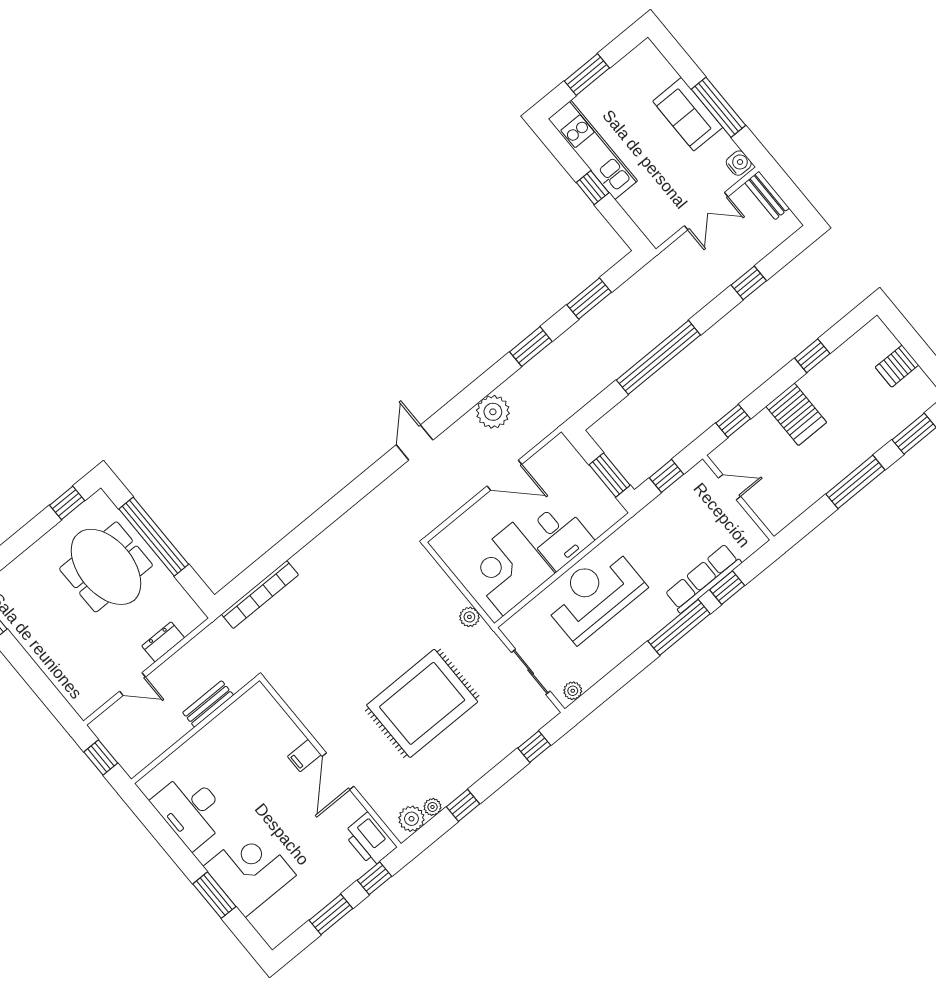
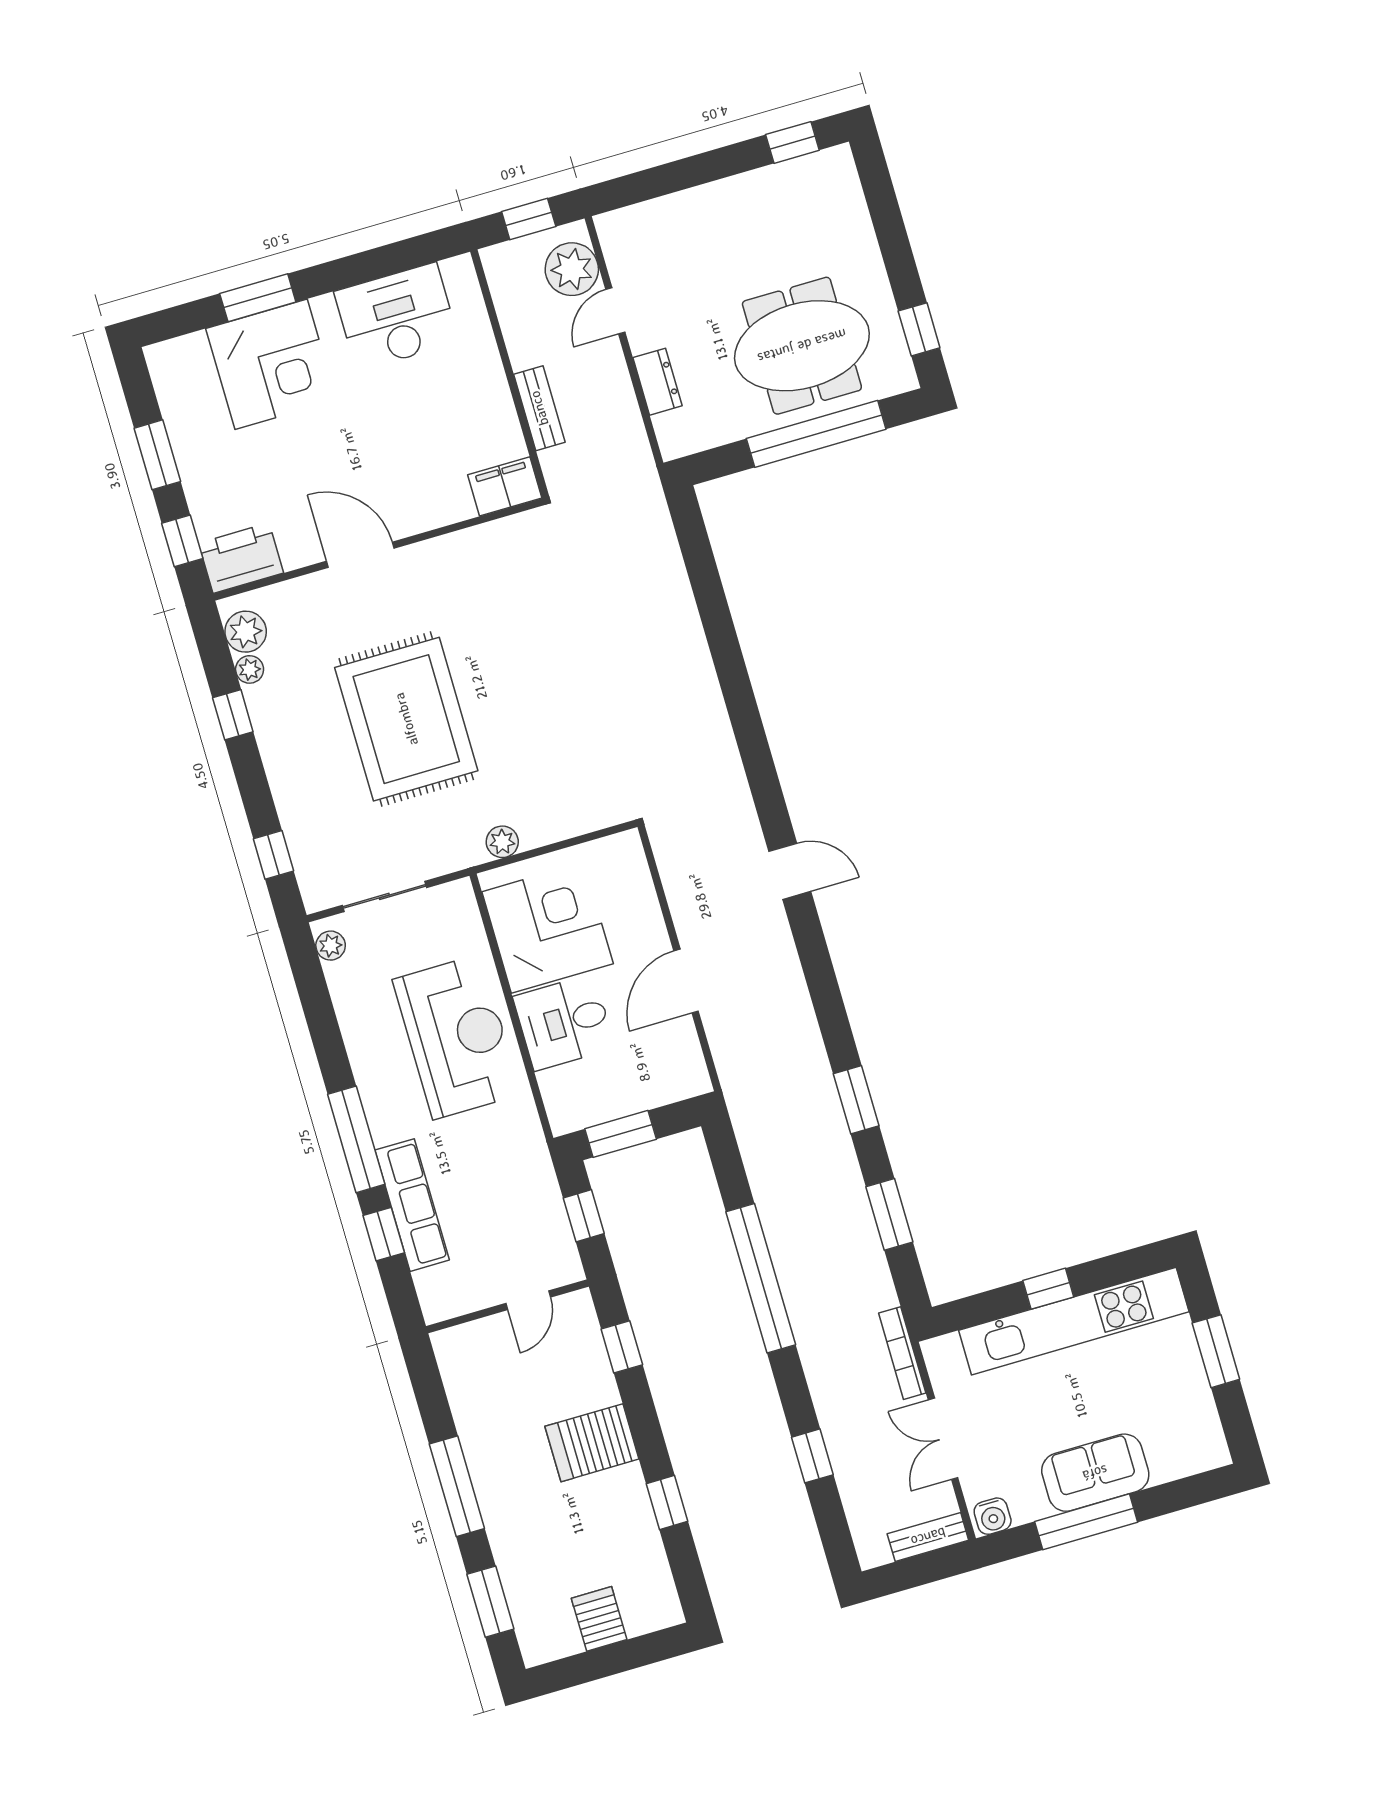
kitchen unit: (593, 150) -> (1074, 1321), width x1.36
plant: (493, 412) -> (572, 269), moved
bookcase: (260, 595) -> (902, 1353), moved, width x0.68, depth x0.76
filing cabinet: (304, 756) -> (505, 486), moved, width x2.00

